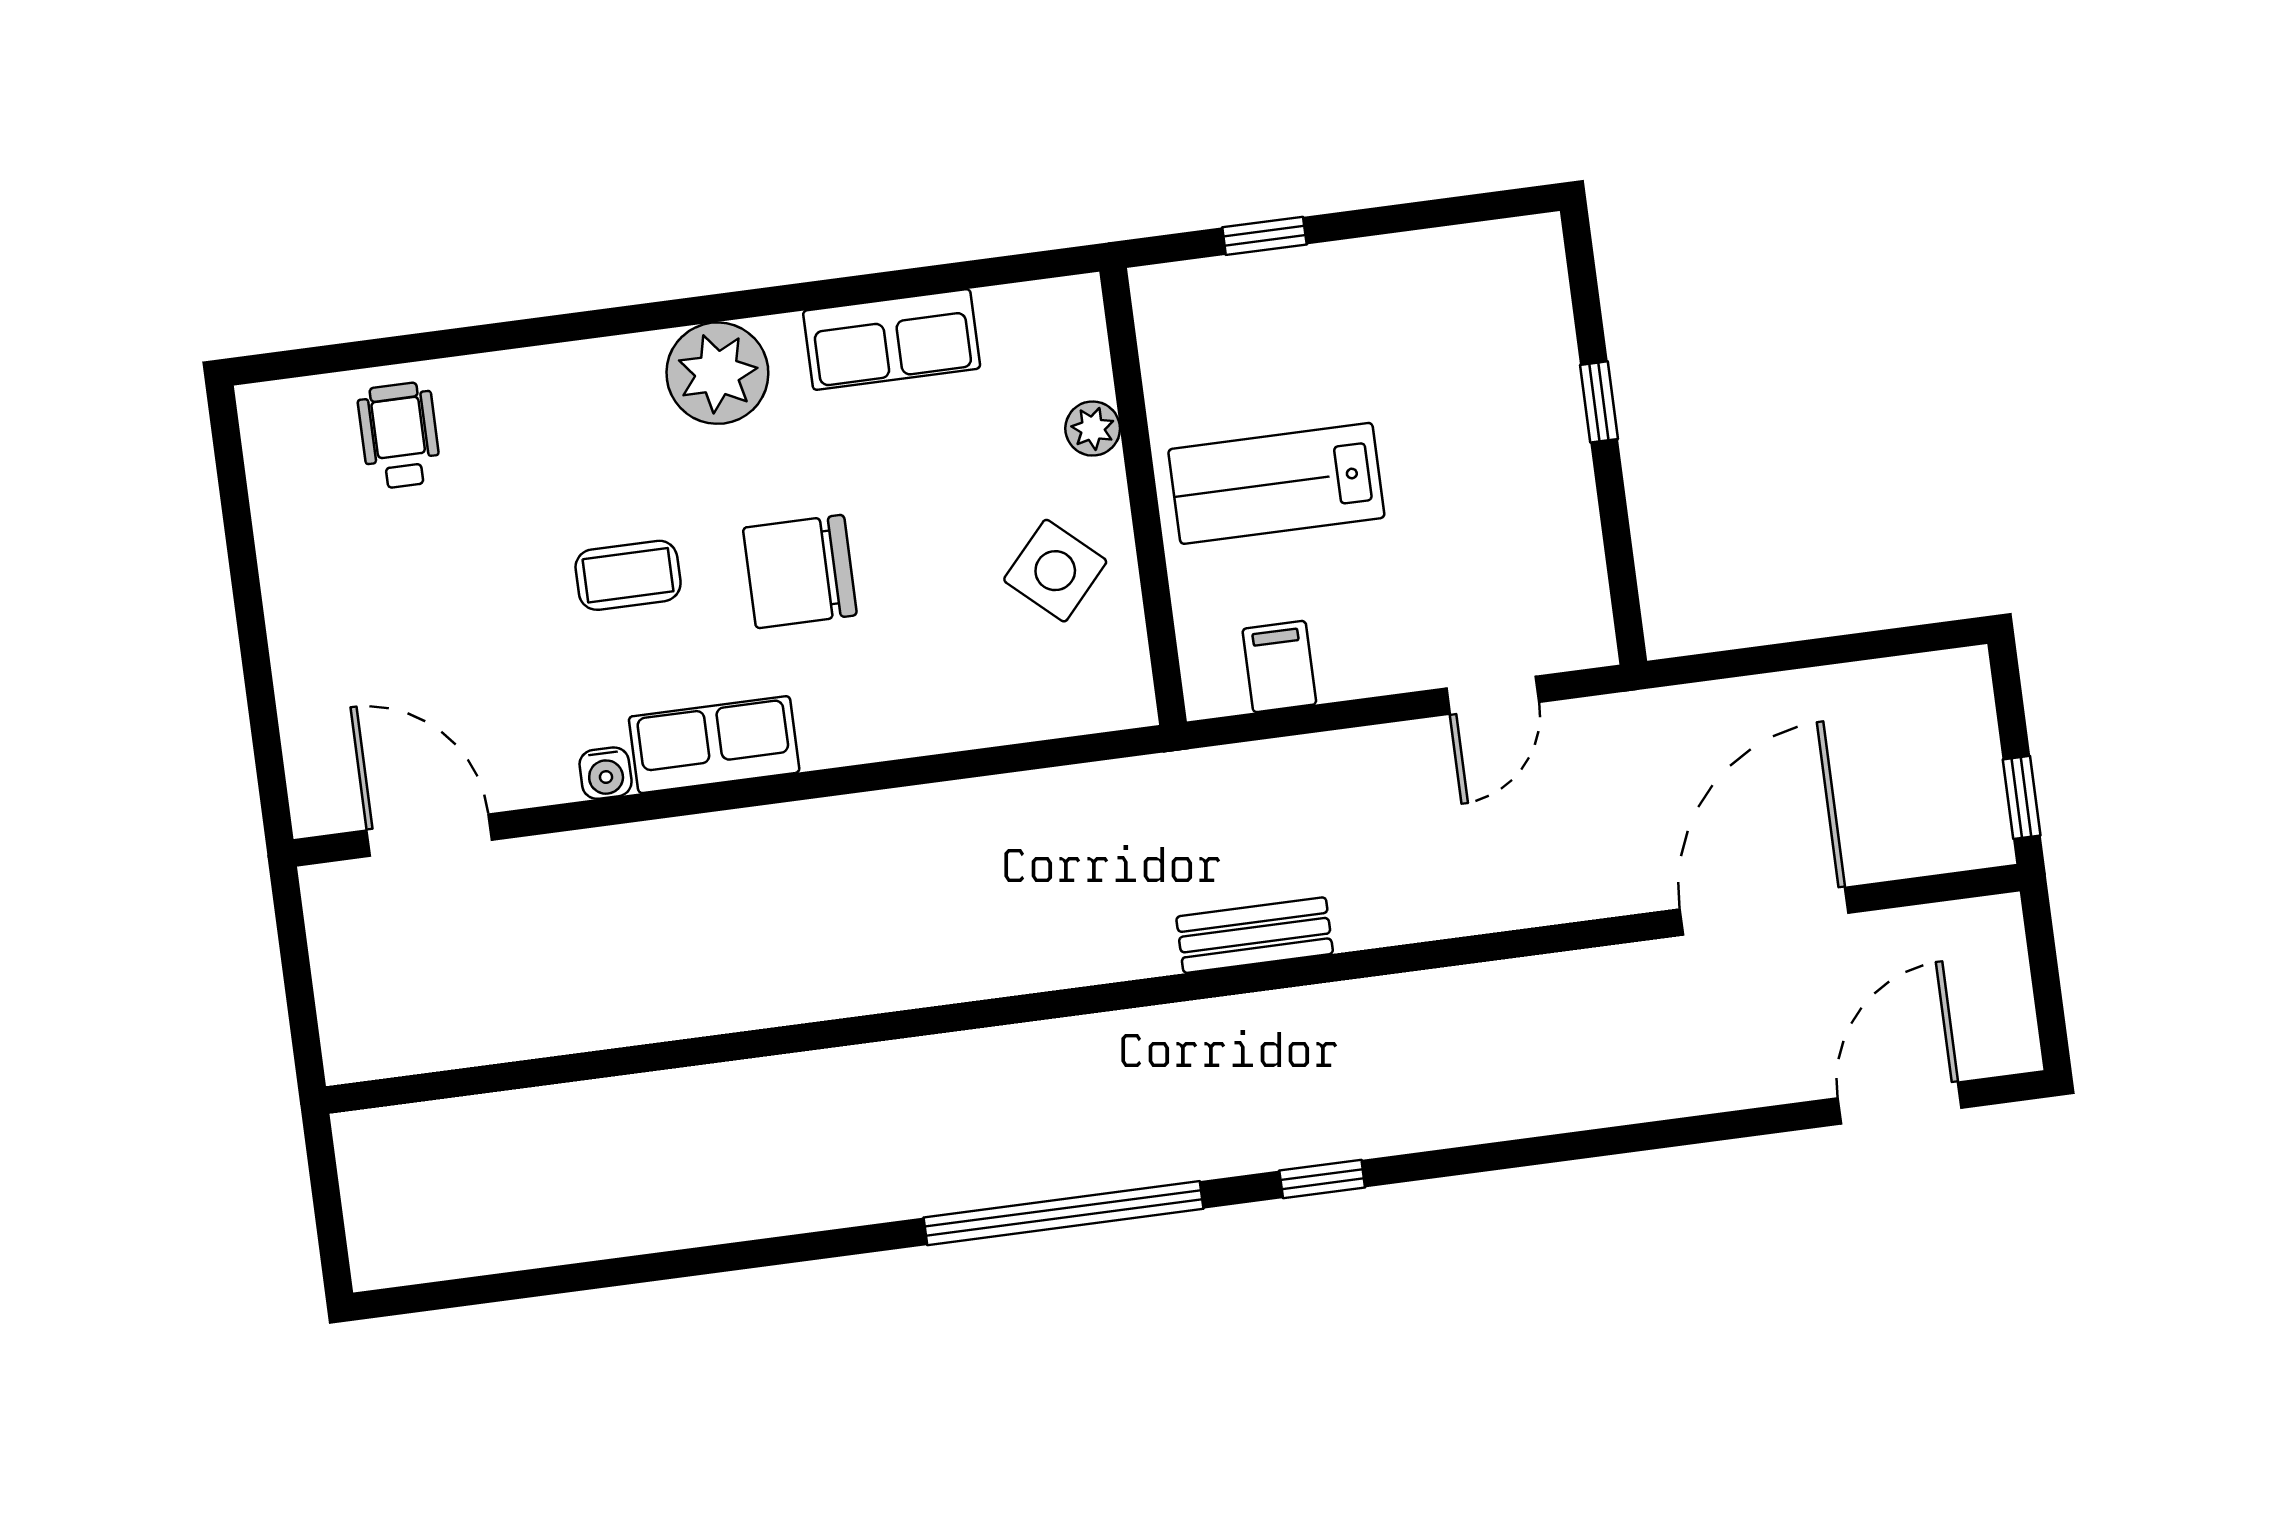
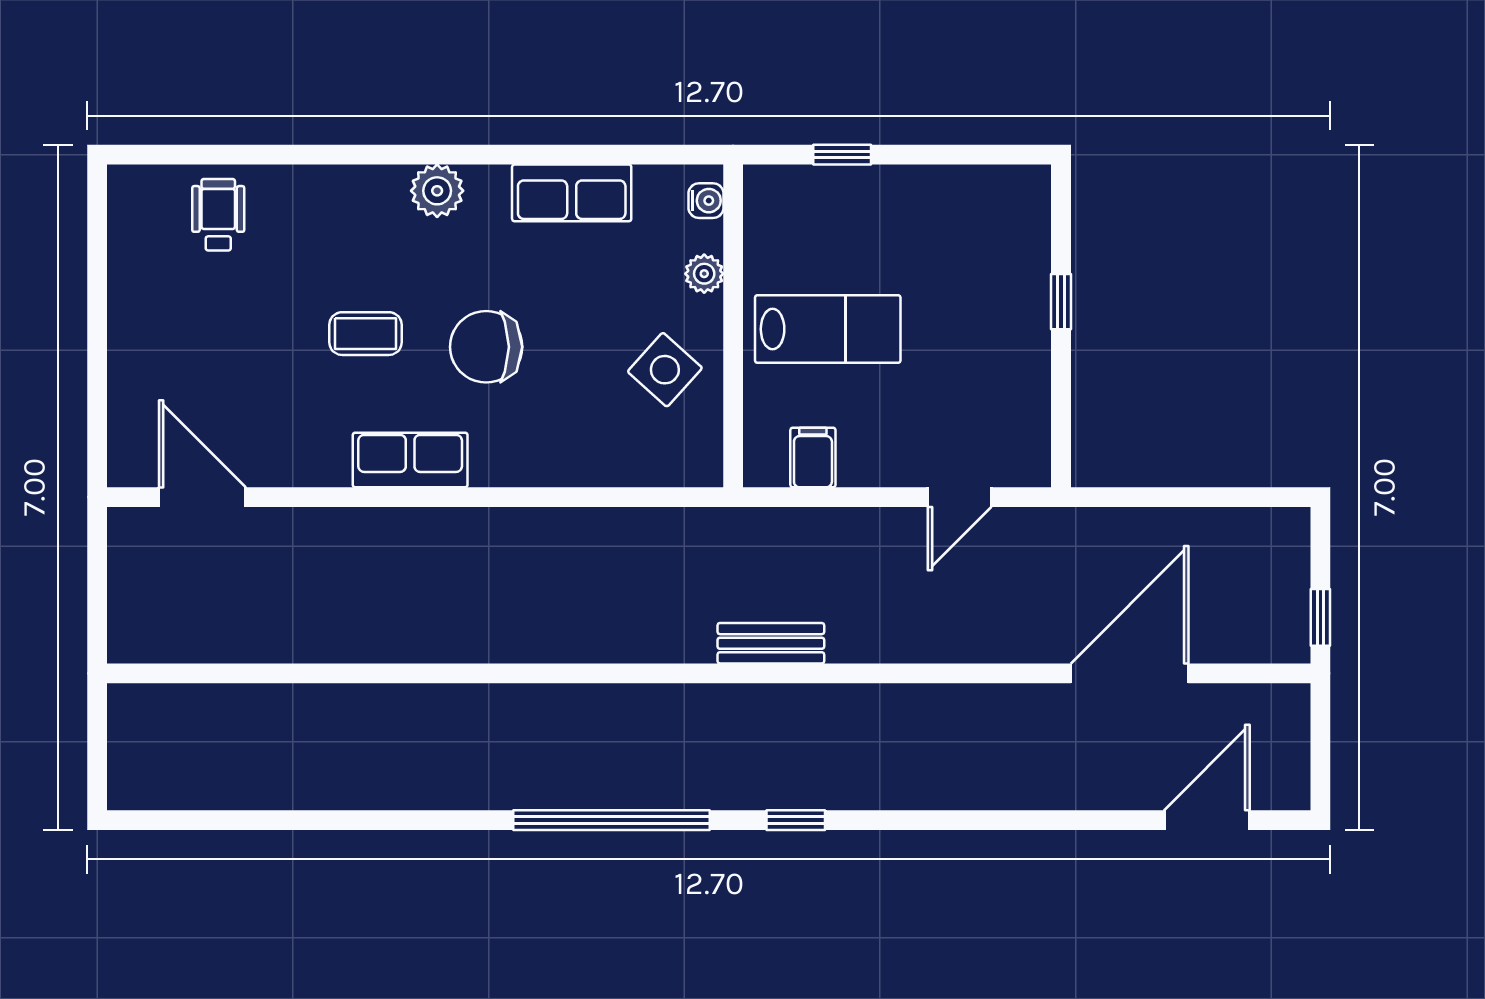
plant: (717, 373) -> (437, 191), width x0.73, depth x0.73
lab bench: (1276, 483) -> (828, 329), turned 180
water cooler: (606, 773) -> (706, 201), moved, turned -90

